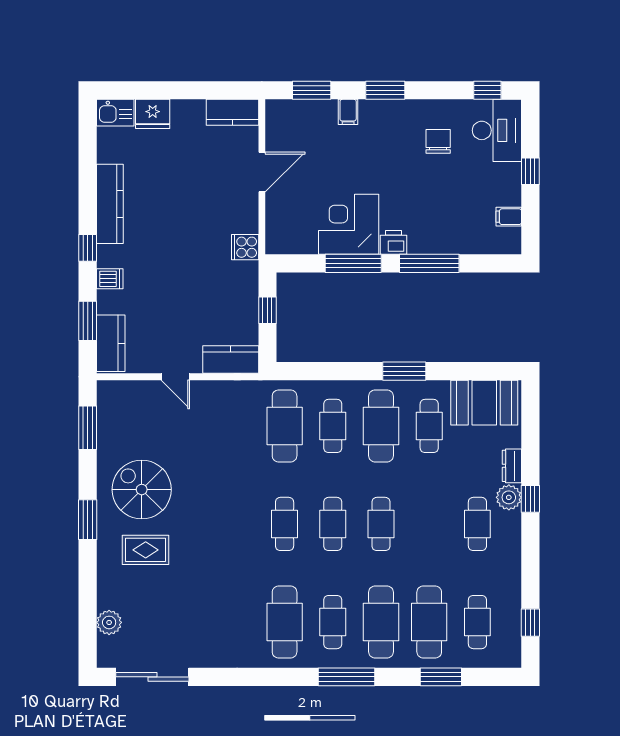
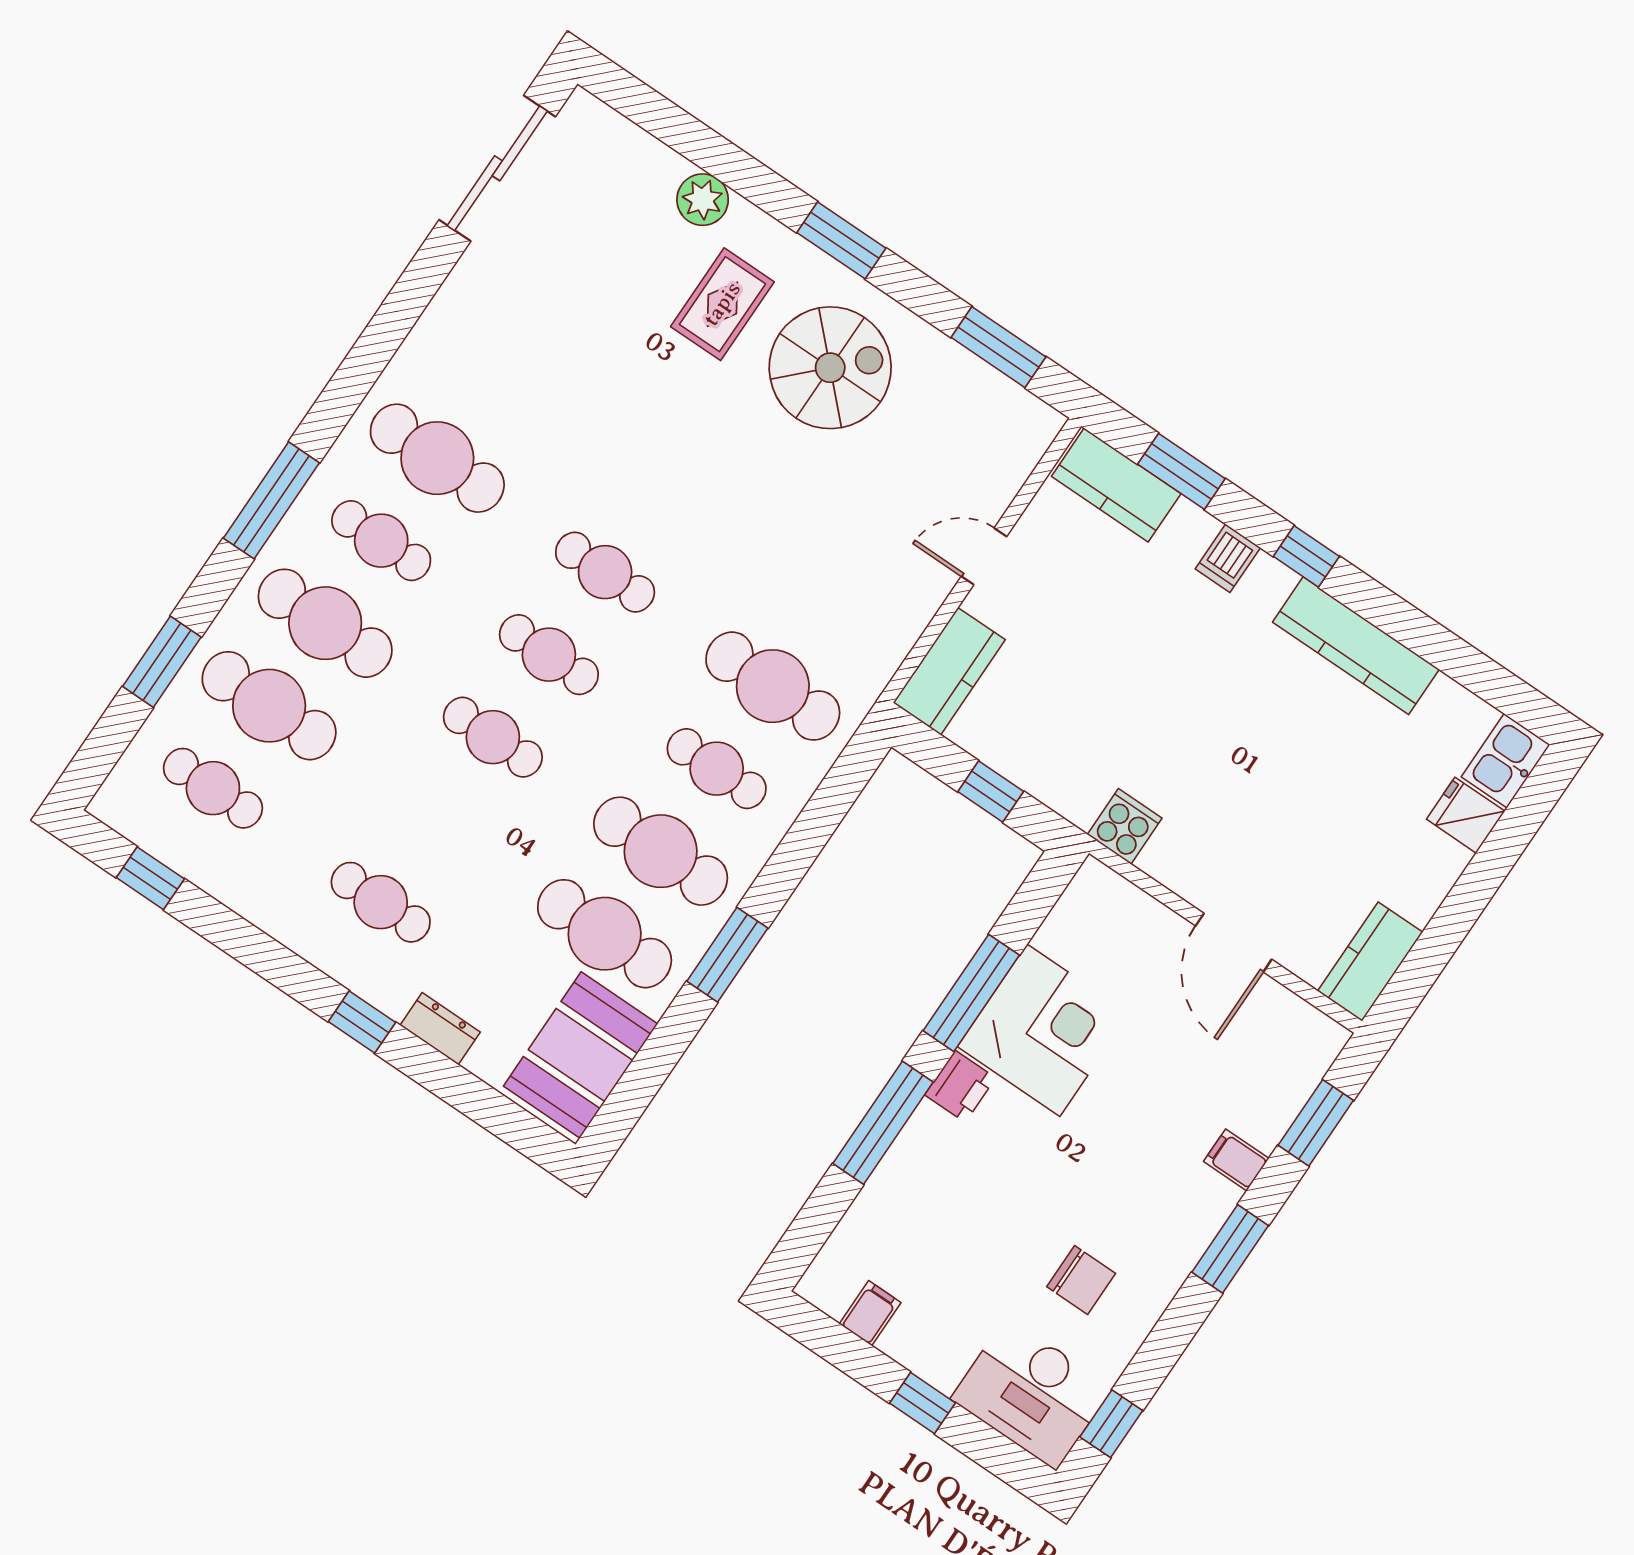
fridge: (153, 114) -> (1466, 815), width x0.72
cafe table: (429, 426) -> (605, 934), width x1.37, depth x1.35
plant: (509, 497) -> (390, 987), removed
plant: (109, 622) -> (703, 200), moved

